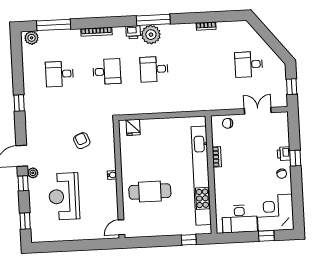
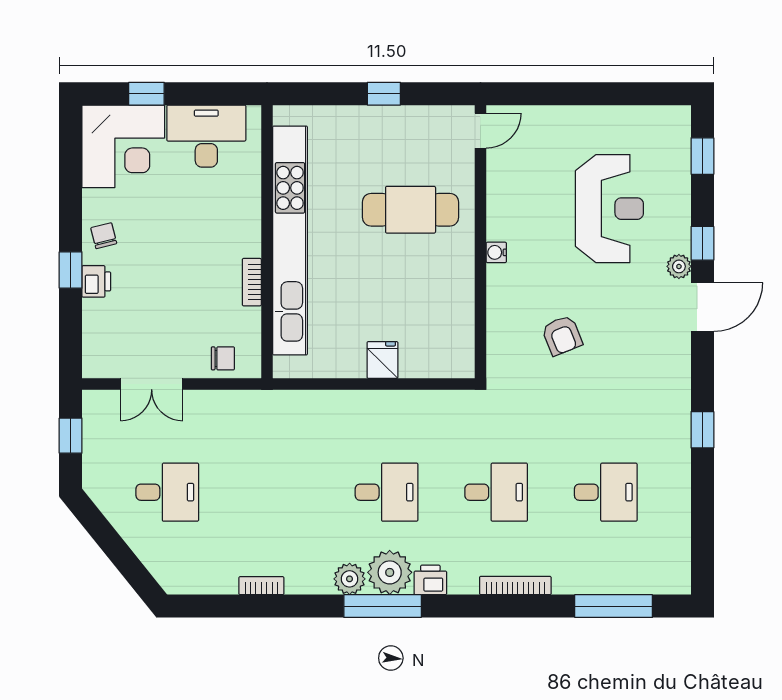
plant: (32, 38) -> (350, 579), moved
desk: (107, 72) -> (496, 492), turned 180
fridge: (133, 127) -> (382, 360), moved
window: (189, 240) -> (384, 94), moved

